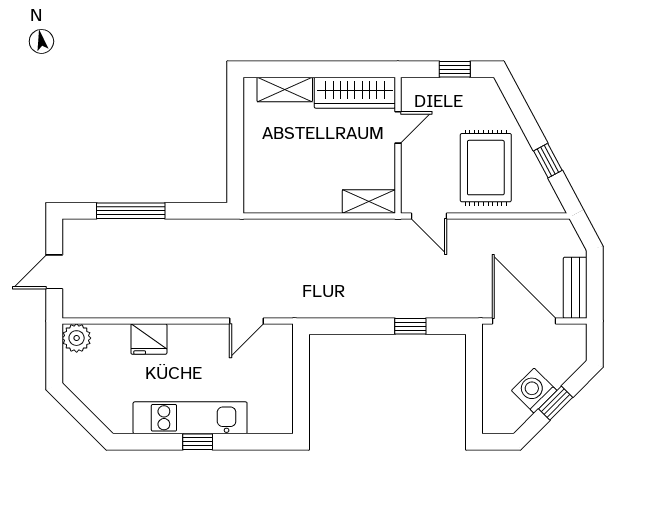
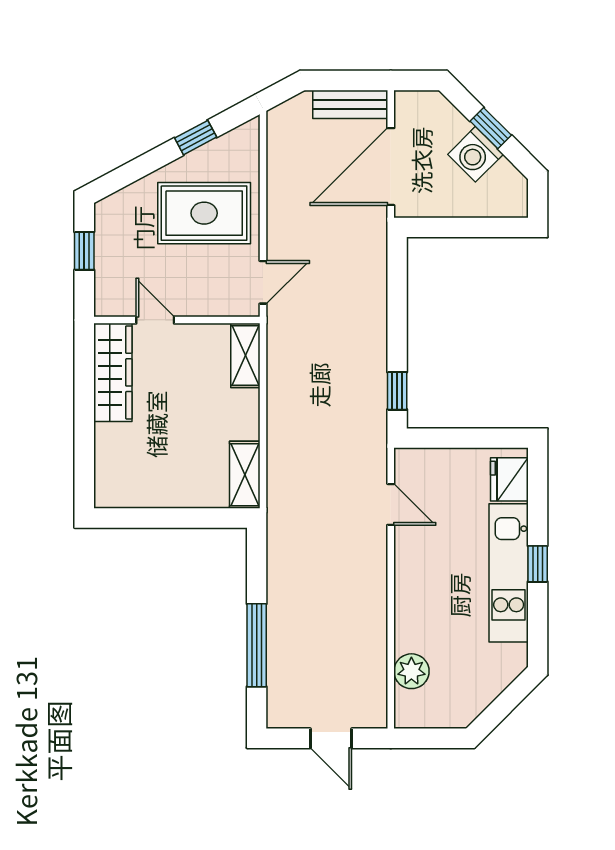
shelving: (285, 89) -> (245, 475), moved
window: (410, 326) -> (397, 391), moved
plant: (77, 338) -> (411, 671), moved
fridge: (149, 339) -> (509, 479), moved, turned 180

